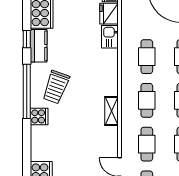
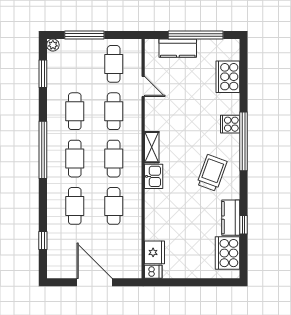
kitchen sink: (110, 37) -> (154, 176), moved
window: (27, 91) -> (243, 141), moved
cooker: (39, 116) -> (230, 124), moved

